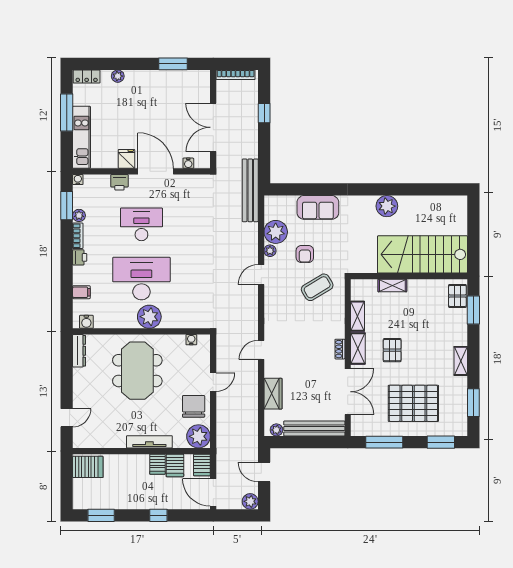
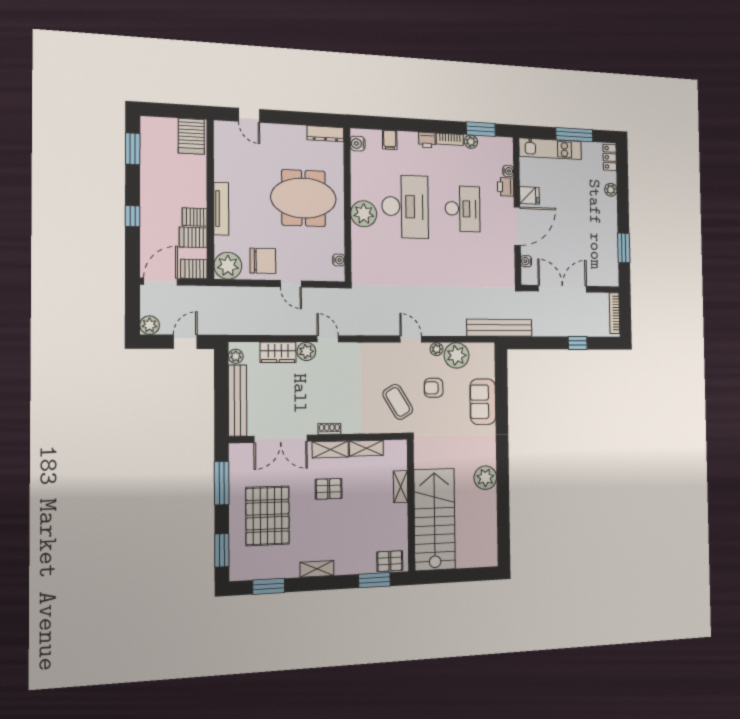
water cooler: (78, 180) -> (508, 171), moved
plant: (272, 369) -> (306, 351), added

